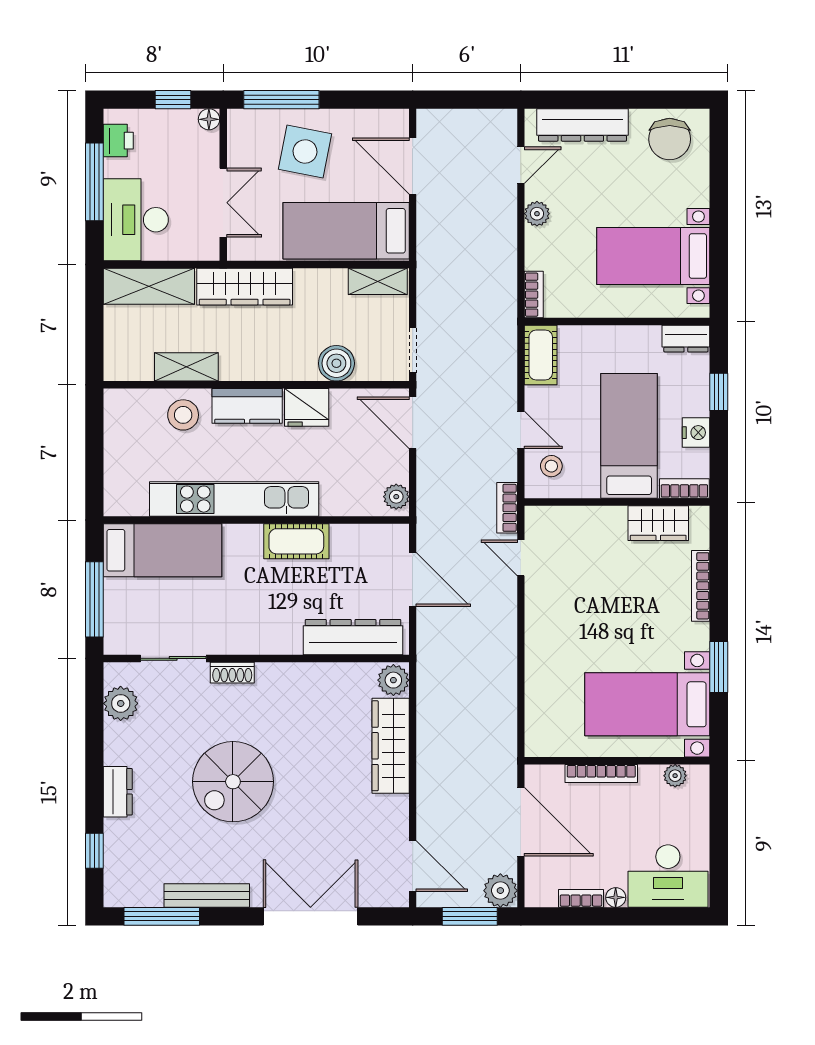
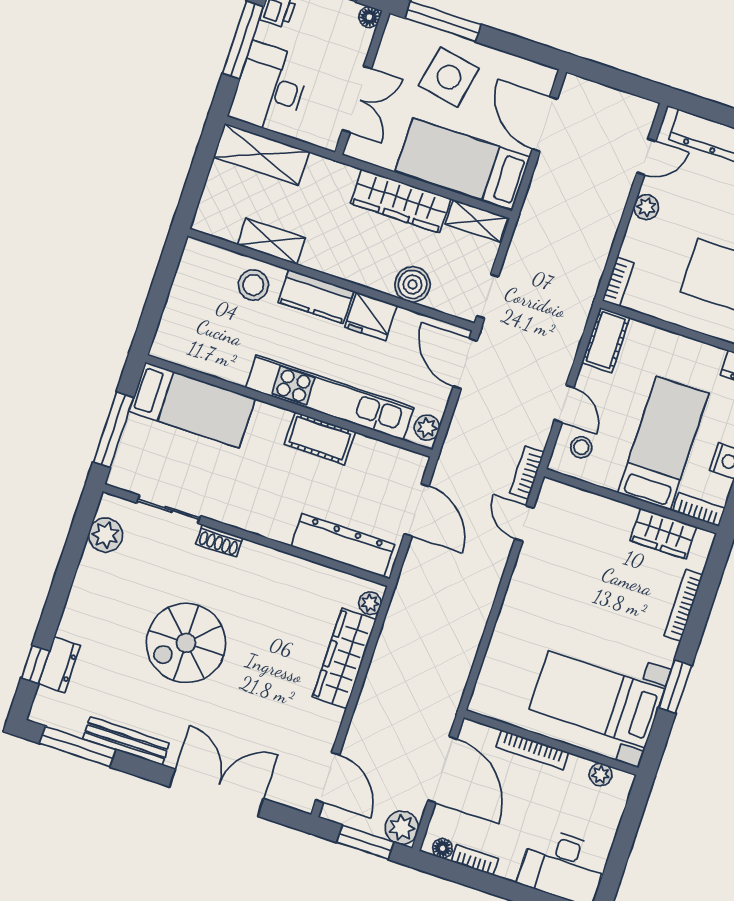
wardrobe: (245, 287) -> (401, 201), moved
kitchen unit: (234, 499) -> (330, 398), moved
plant: (393, 680) -> (370, 603), width x0.73, depth x0.73
dresser: (118, 792) -> (59, 665), moved
floor lamp: (616, 897) -> (442, 848), moved

